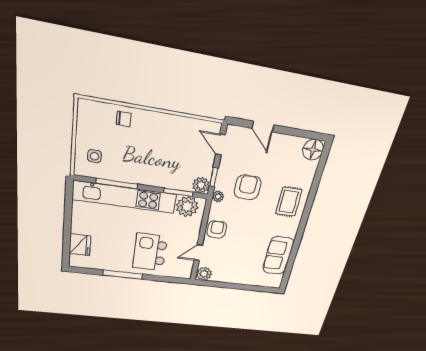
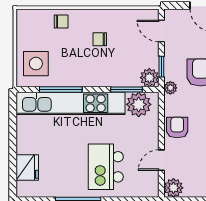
chair: (160, 143) -> (100, 39), added
side table: (94, 156) -> (36, 64), width x1.87, depth x1.87

